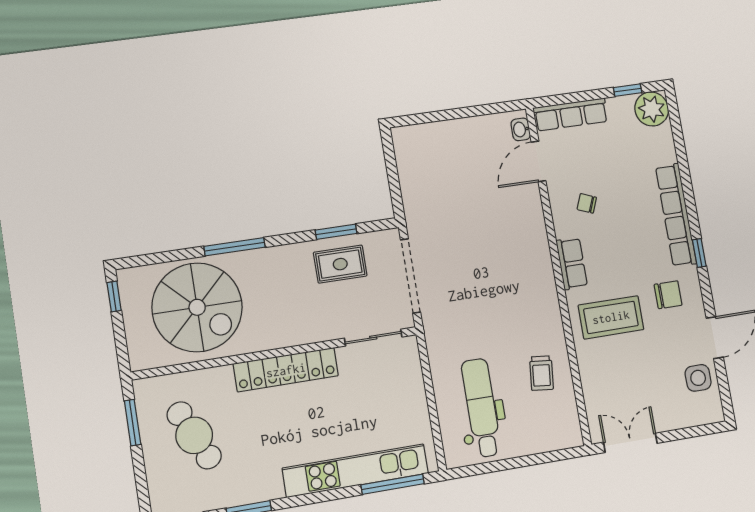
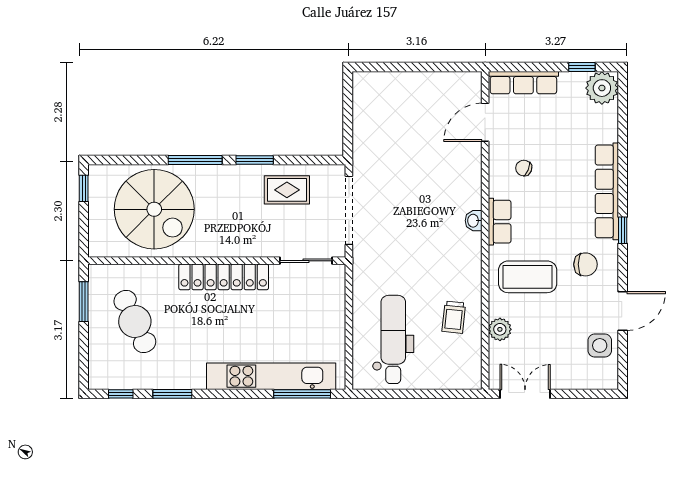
washbasin: (521, 129) -> (474, 221), moved
window: (336, 232) -> (255, 160), moved
plant: (592, 378) -> (500, 329), added

